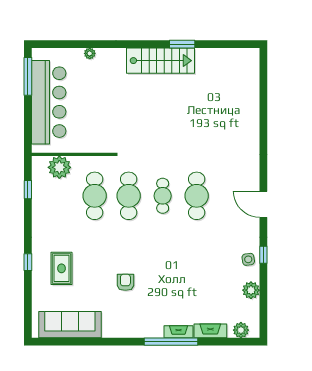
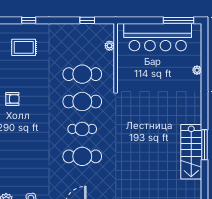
window: (182, 44) -> (205, 145), width x1.44
stairs: (160, 61) -> (191, 152), moved
plant: (59, 167) -> (109, 46), width x0.53, depth x0.53

